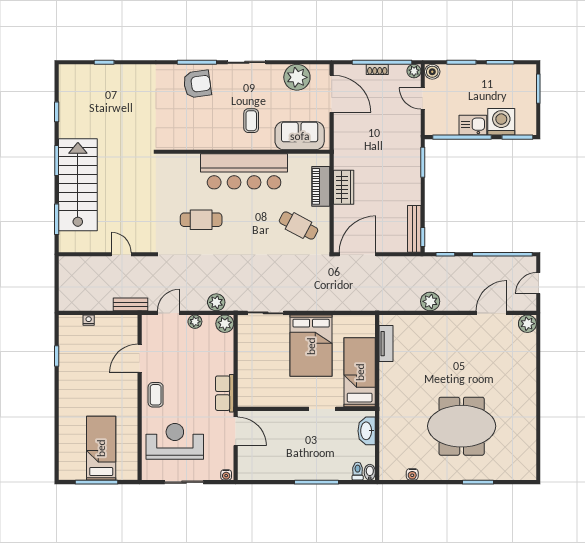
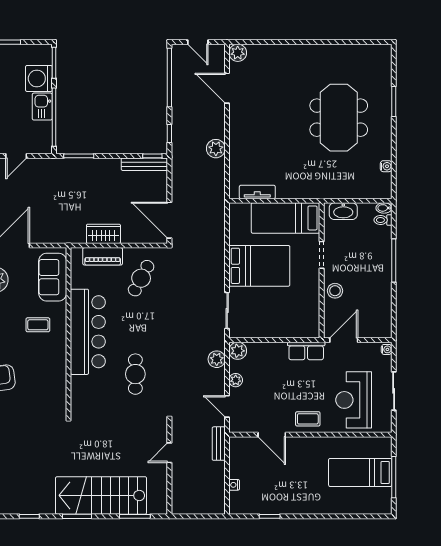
stool: (286, 422) -> (335, 291), added

